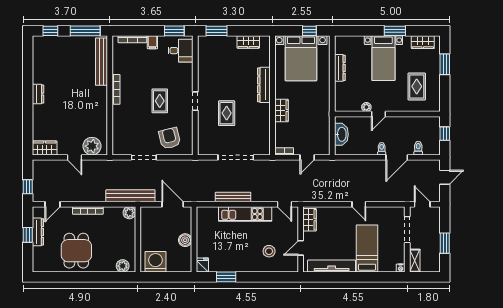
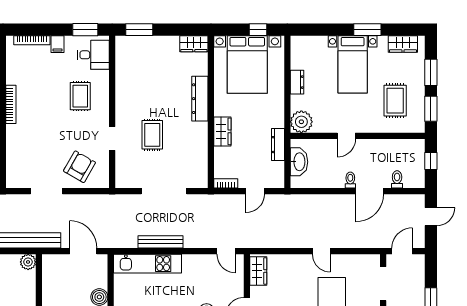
wardrobe: (248, 42) -> (194, 44), moved
dresser: (340, 68) -> (297, 82), width x0.70
window: (445, 93) -> (431, 109), added
rug: (160, 101) -> (80, 96), moved
doorway: (195, 101) -> (112, 138), moved
plant: (366, 107) -> (301, 122), moved, width x1.88, depth x1.88
dresser: (325, 121) -> (278, 145), added
armchair: (170, 138) -> (80, 167), turned 44
door: (422, 204) -> (402, 251), hinge flipped
kitchen unit: (245, 214) -> (148, 264), moved

